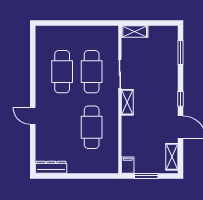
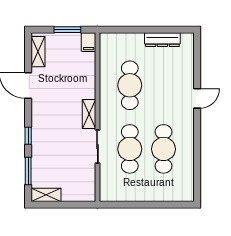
shelving: (135, 32) -> (46, 195), moved
window: (180, 99) -> (28, 136), moved
door: (33, 116) -> (197, 98), hinge flipped
dresser: (51, 167) -> (162, 40), moved

